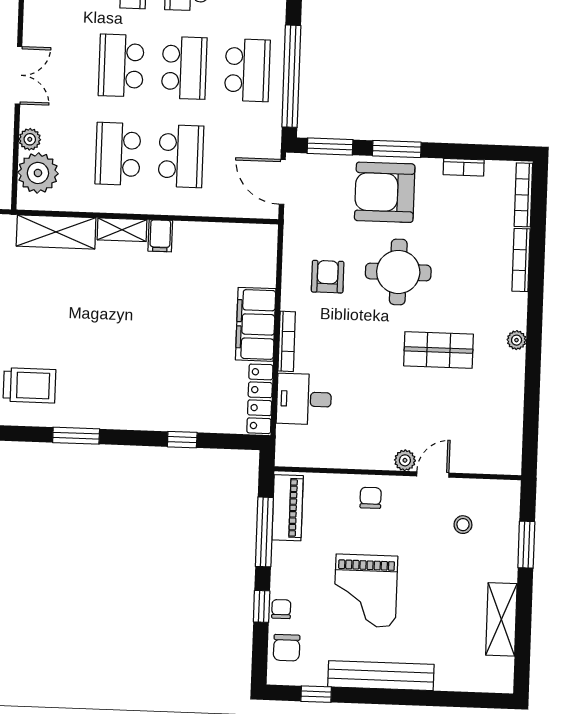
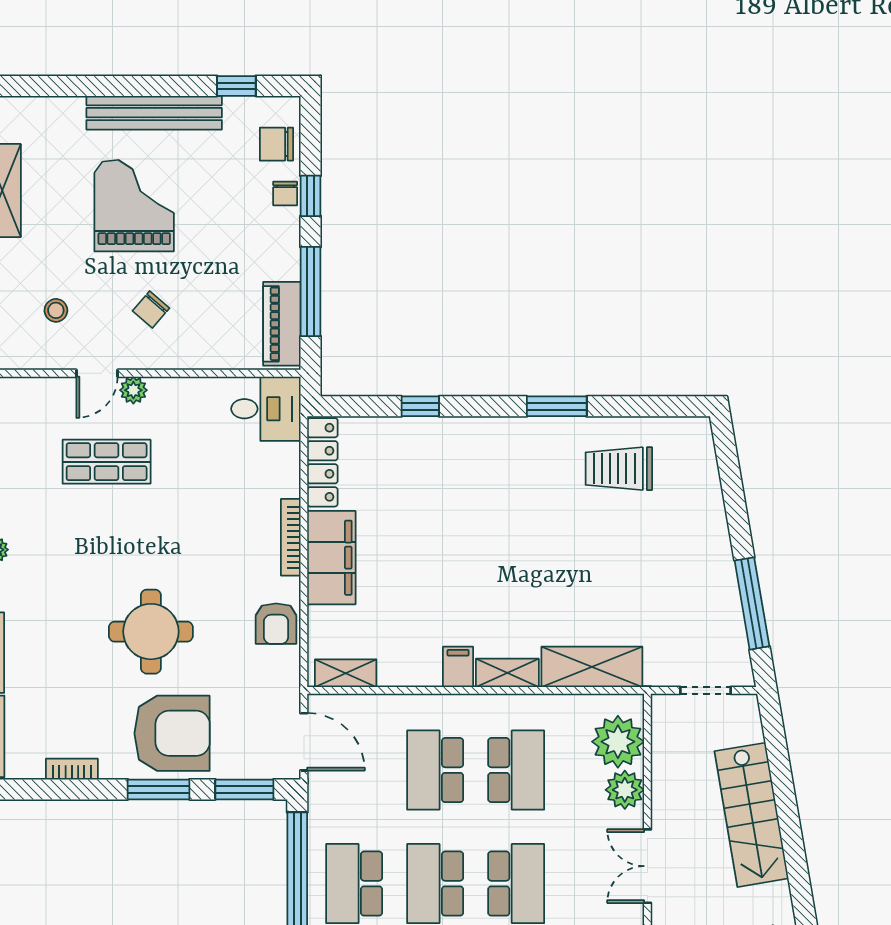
plant: (30, 139) -> (625, 790), width x1.38, depth x1.38
shelving: (248, 234) -> (346, 673), added
armchair: (328, 277) -> (276, 624), moved
shop shelf: (439, 350) -> (107, 462), moved
desk: (304, 399) -> (266, 409), moved
chair: (371, 498) -> (151, 309), moved, turned 41
grand piano: (366, 591) -> (134, 206), moved
chair: (287, 648) -> (276, 144), turned -90

